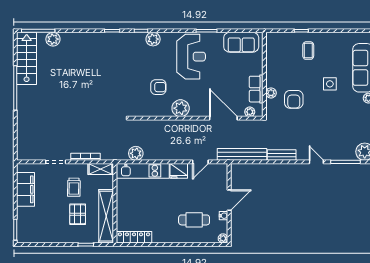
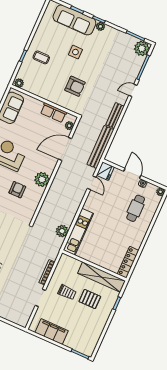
plant: (271, 93) -> (19, 83), moved
shelving: (100, 169) -> (62, 265), removed
fridge: (179, 171) -> (105, 171), moved

